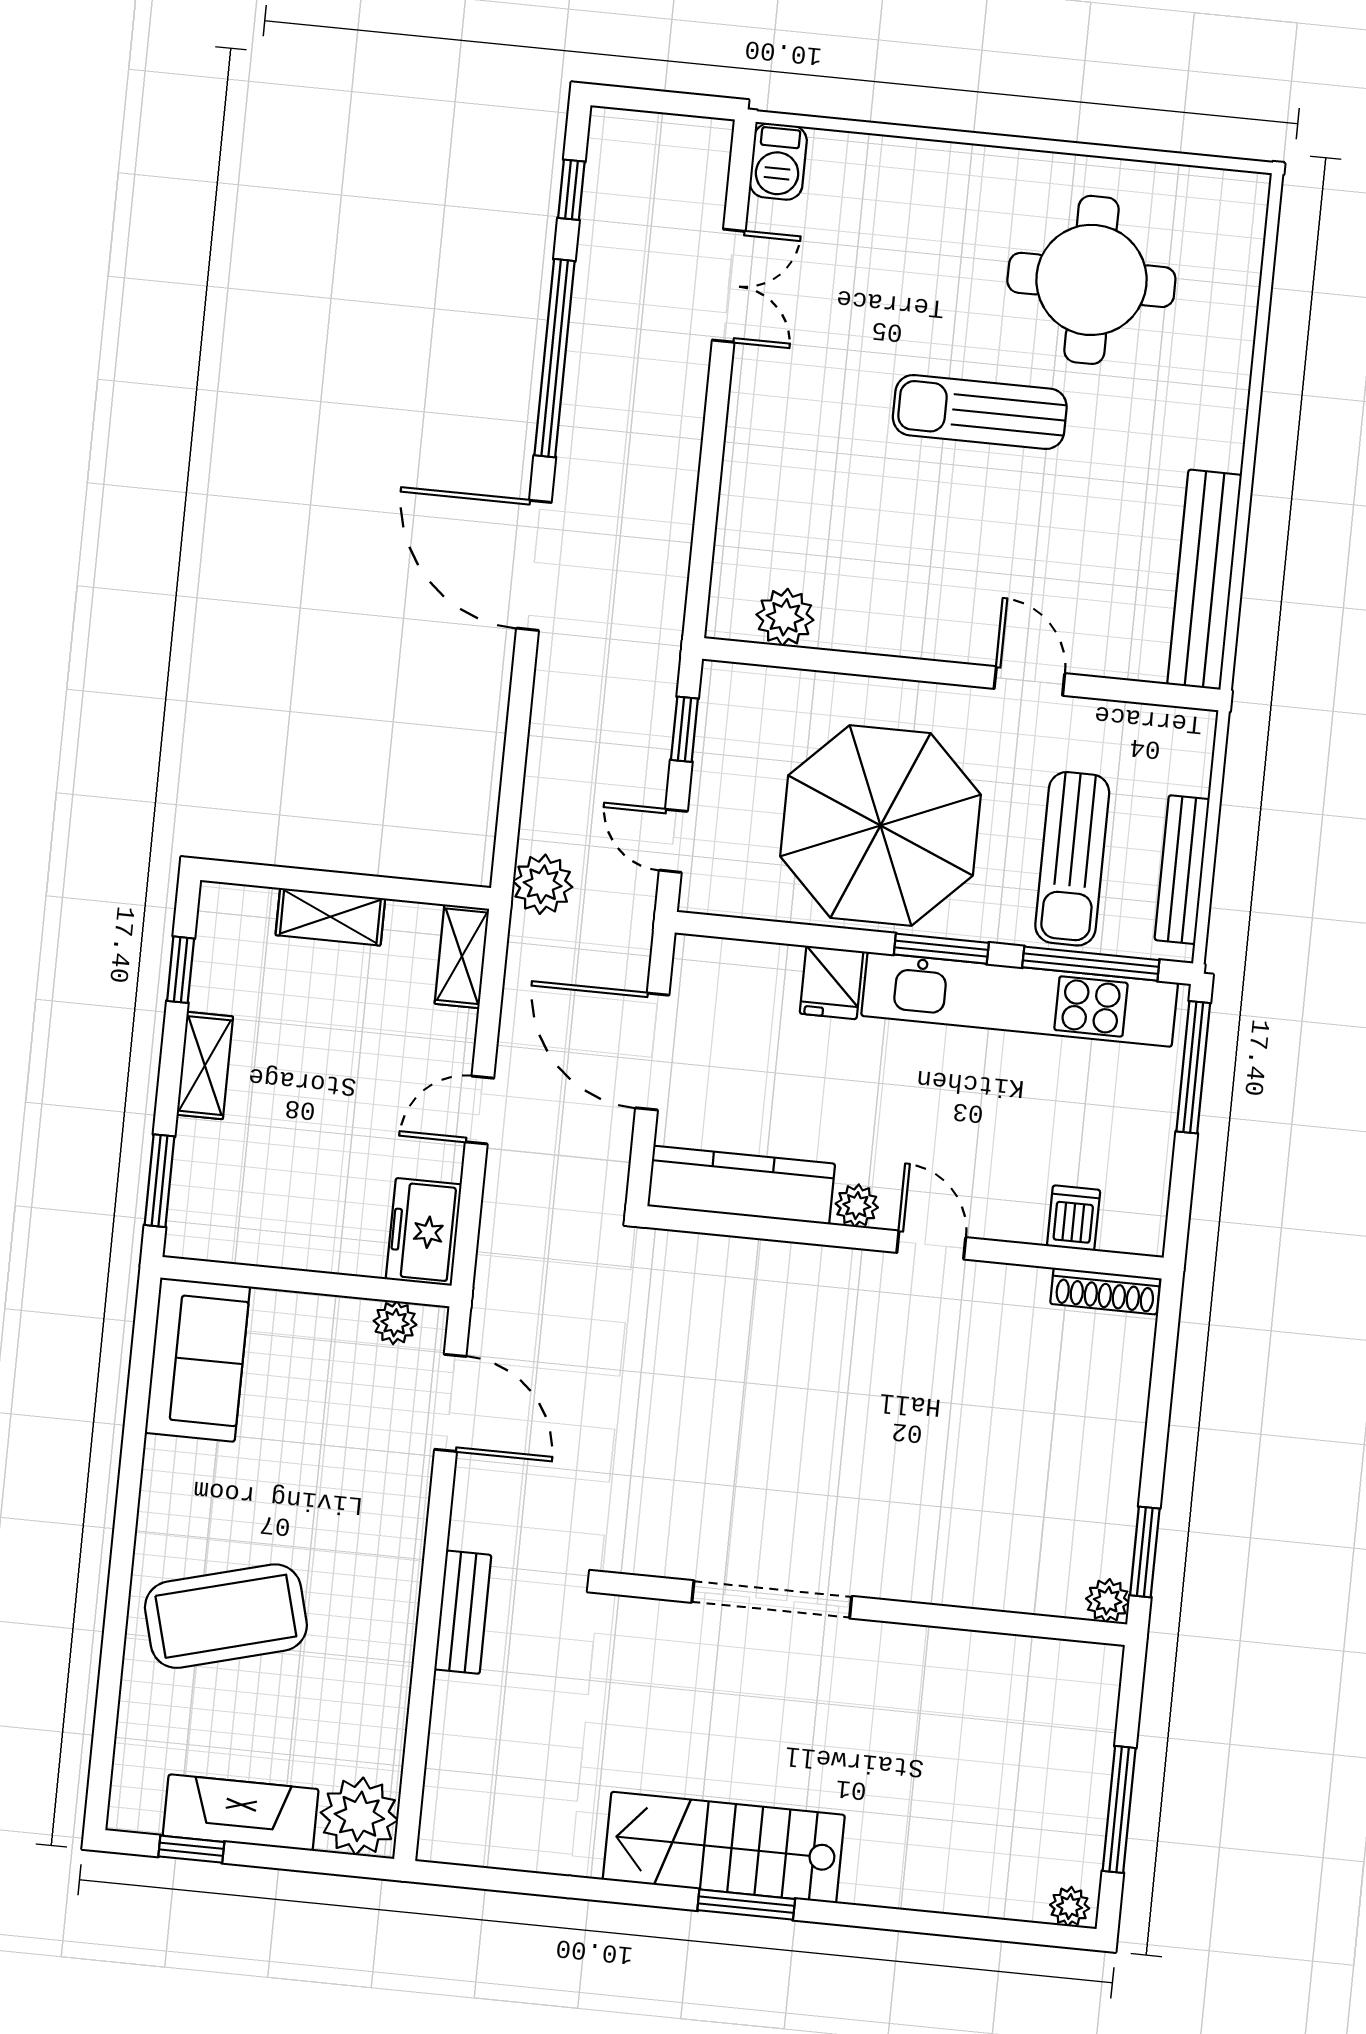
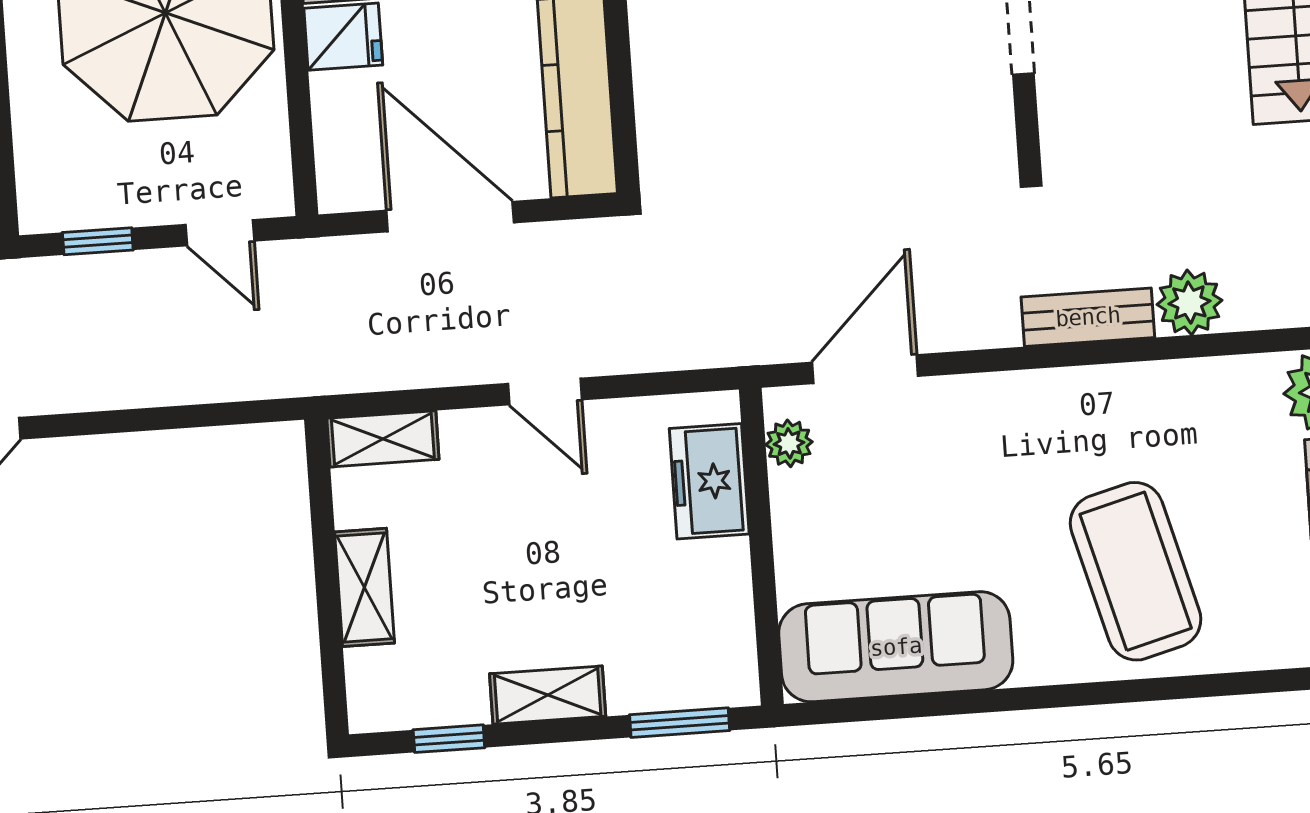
door: (673, 841) -> (220, 233), hinge flipped
plant: (543, 884) -> (1189, 302), moved
door: (652, 1051) -> (450, 217), swing flipped
freezer: (424, 1232) -> (709, 481), moved, turned 90
sofa: (197, 1360) -> (896, 647), width x1.36

